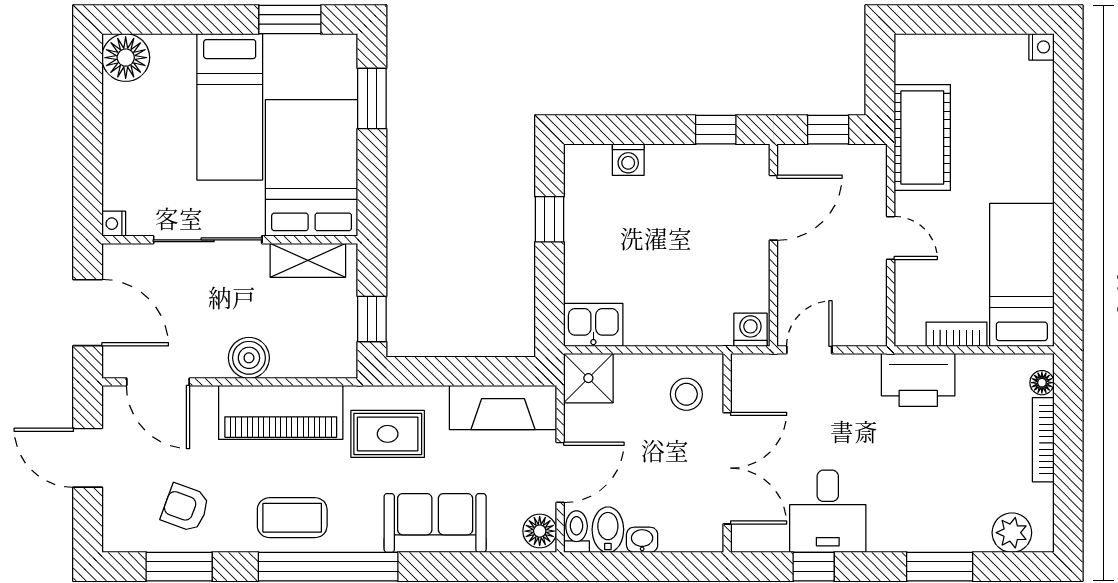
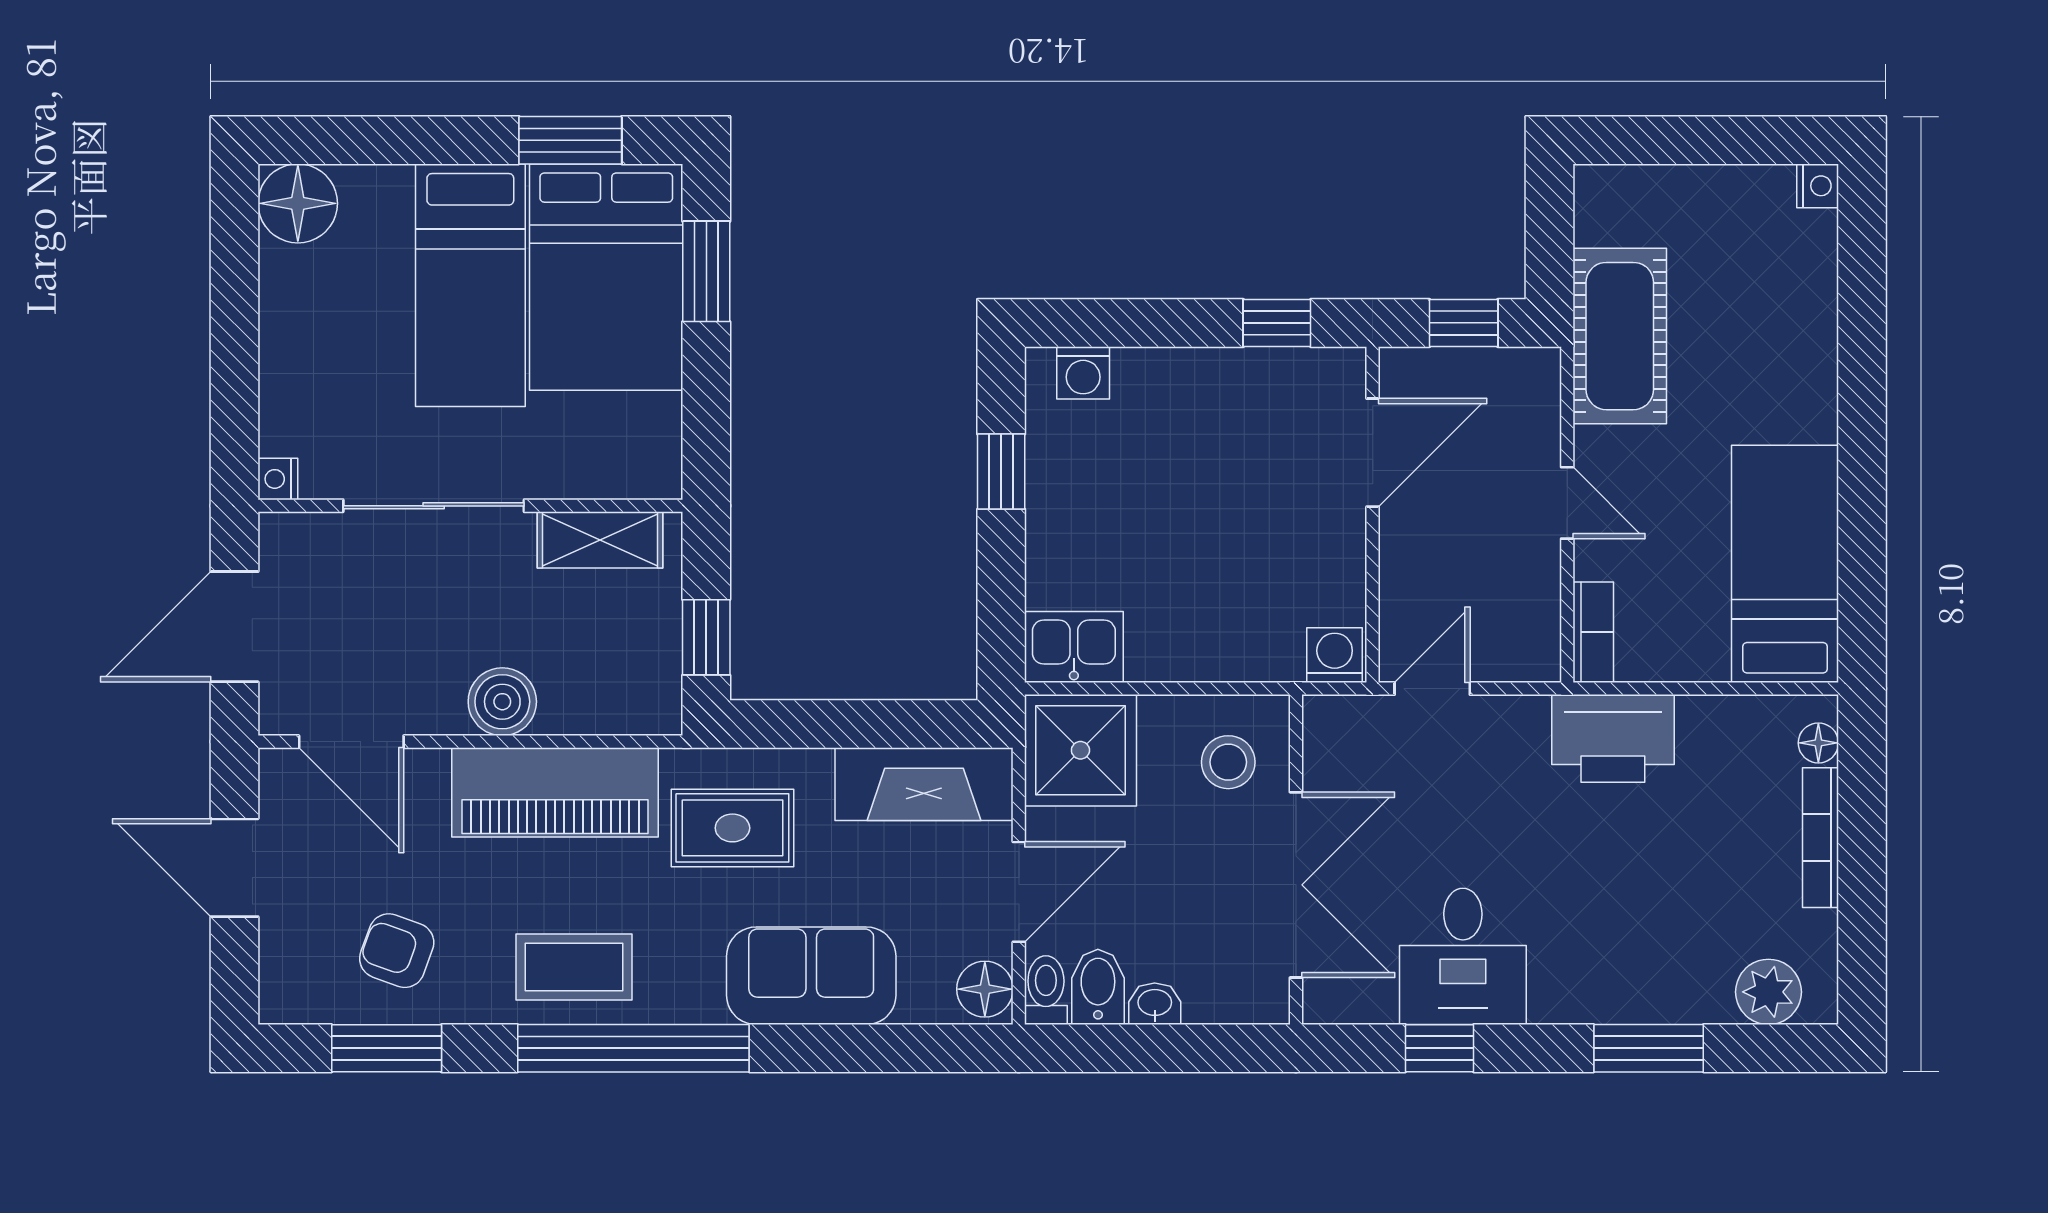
washing machine: (628, 160) -> (1083, 373), moved
bed: (312, 168) -> (606, 277), moved, turned 180
door: (88, 313) -> (235, 627), swing flipped
bookcase: (956, 334) -> (1593, 632), moved, turned 90
shower: (588, 378) -> (1080, 750), width x1.36, depth x1.36

